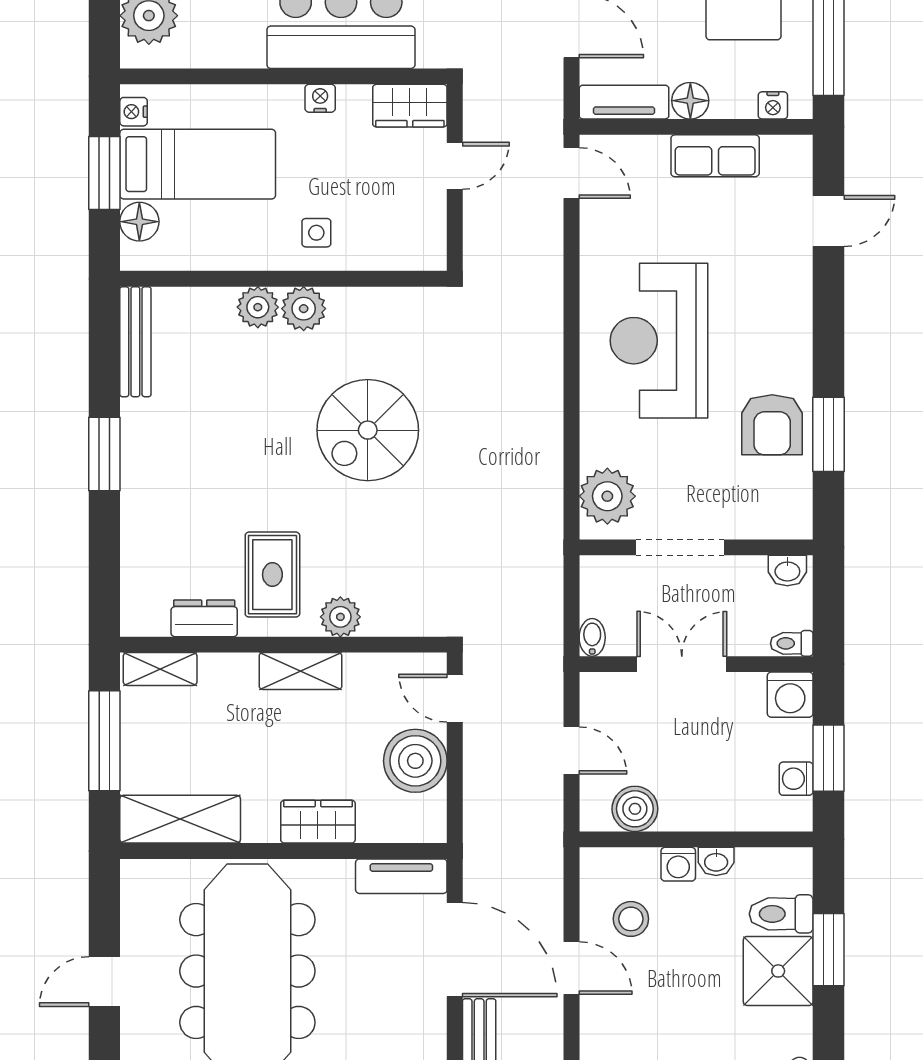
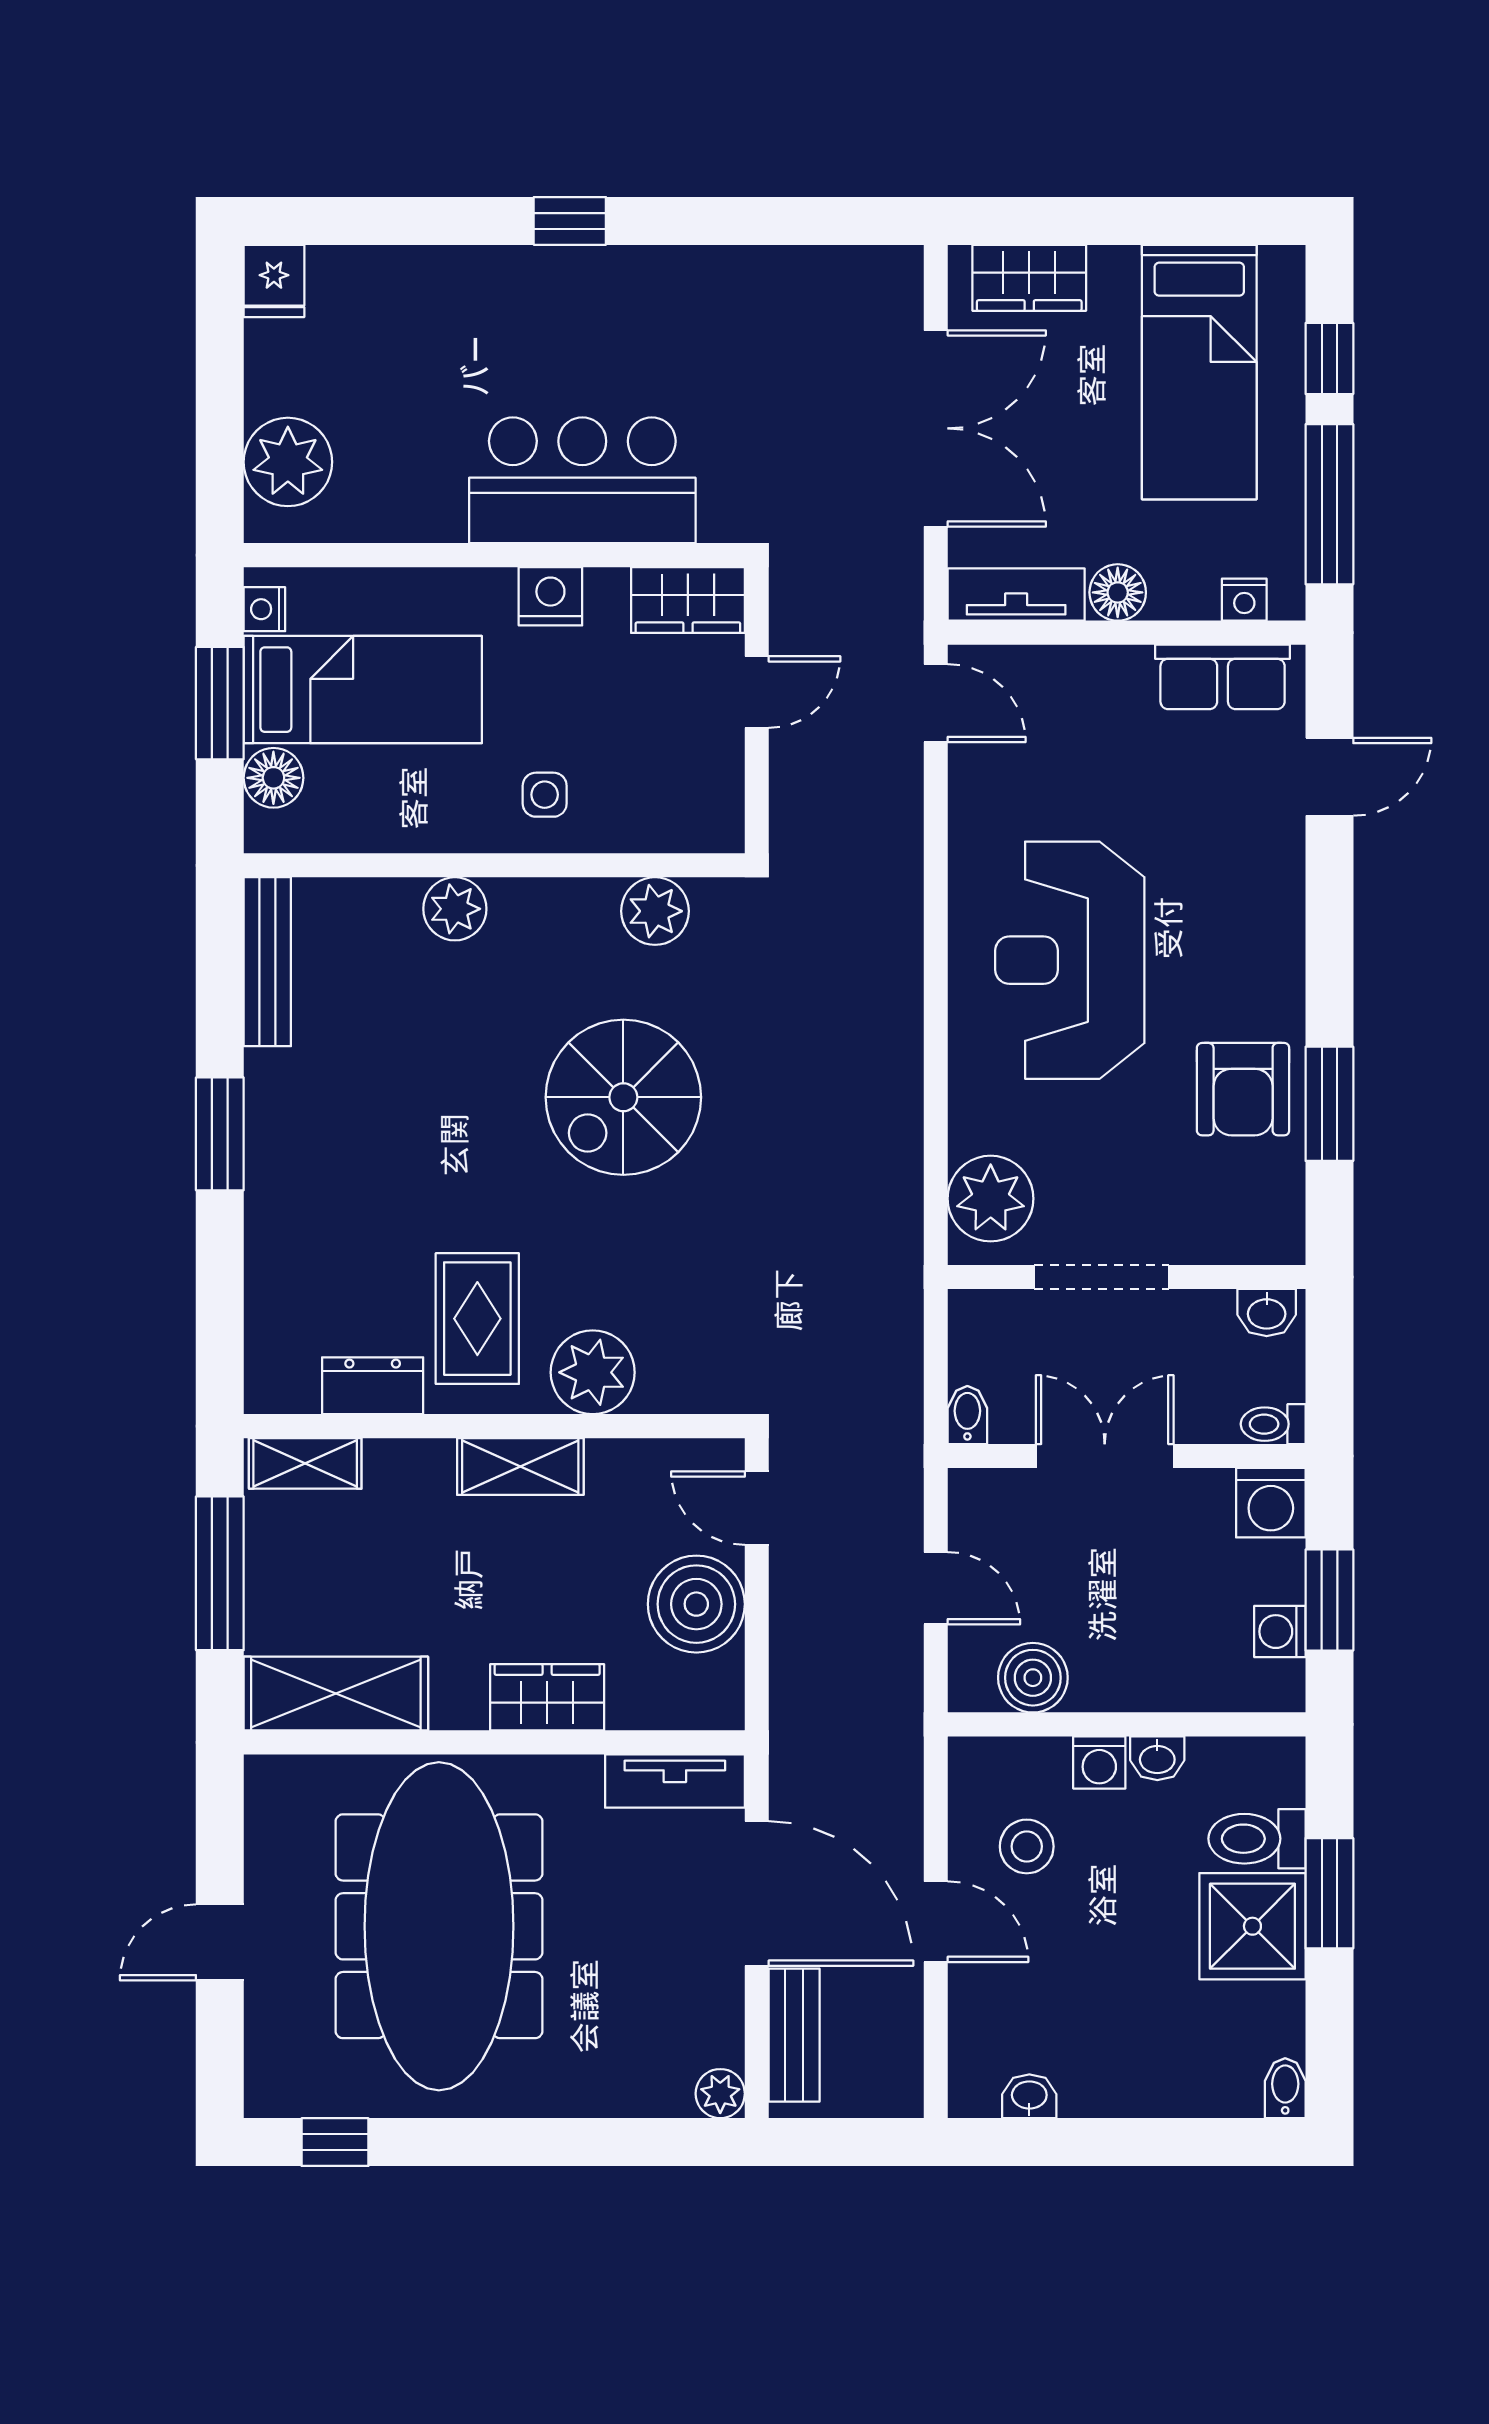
nightstand: (320, 98) -> (550, 596), width x1.39, depth x1.35
row of seats: (715, 156) -> (1223, 677), moved
plant: (304, 309) -> (655, 911), moved
plant: (340, 617) -> (593, 1372), width x1.36, depth x1.36

